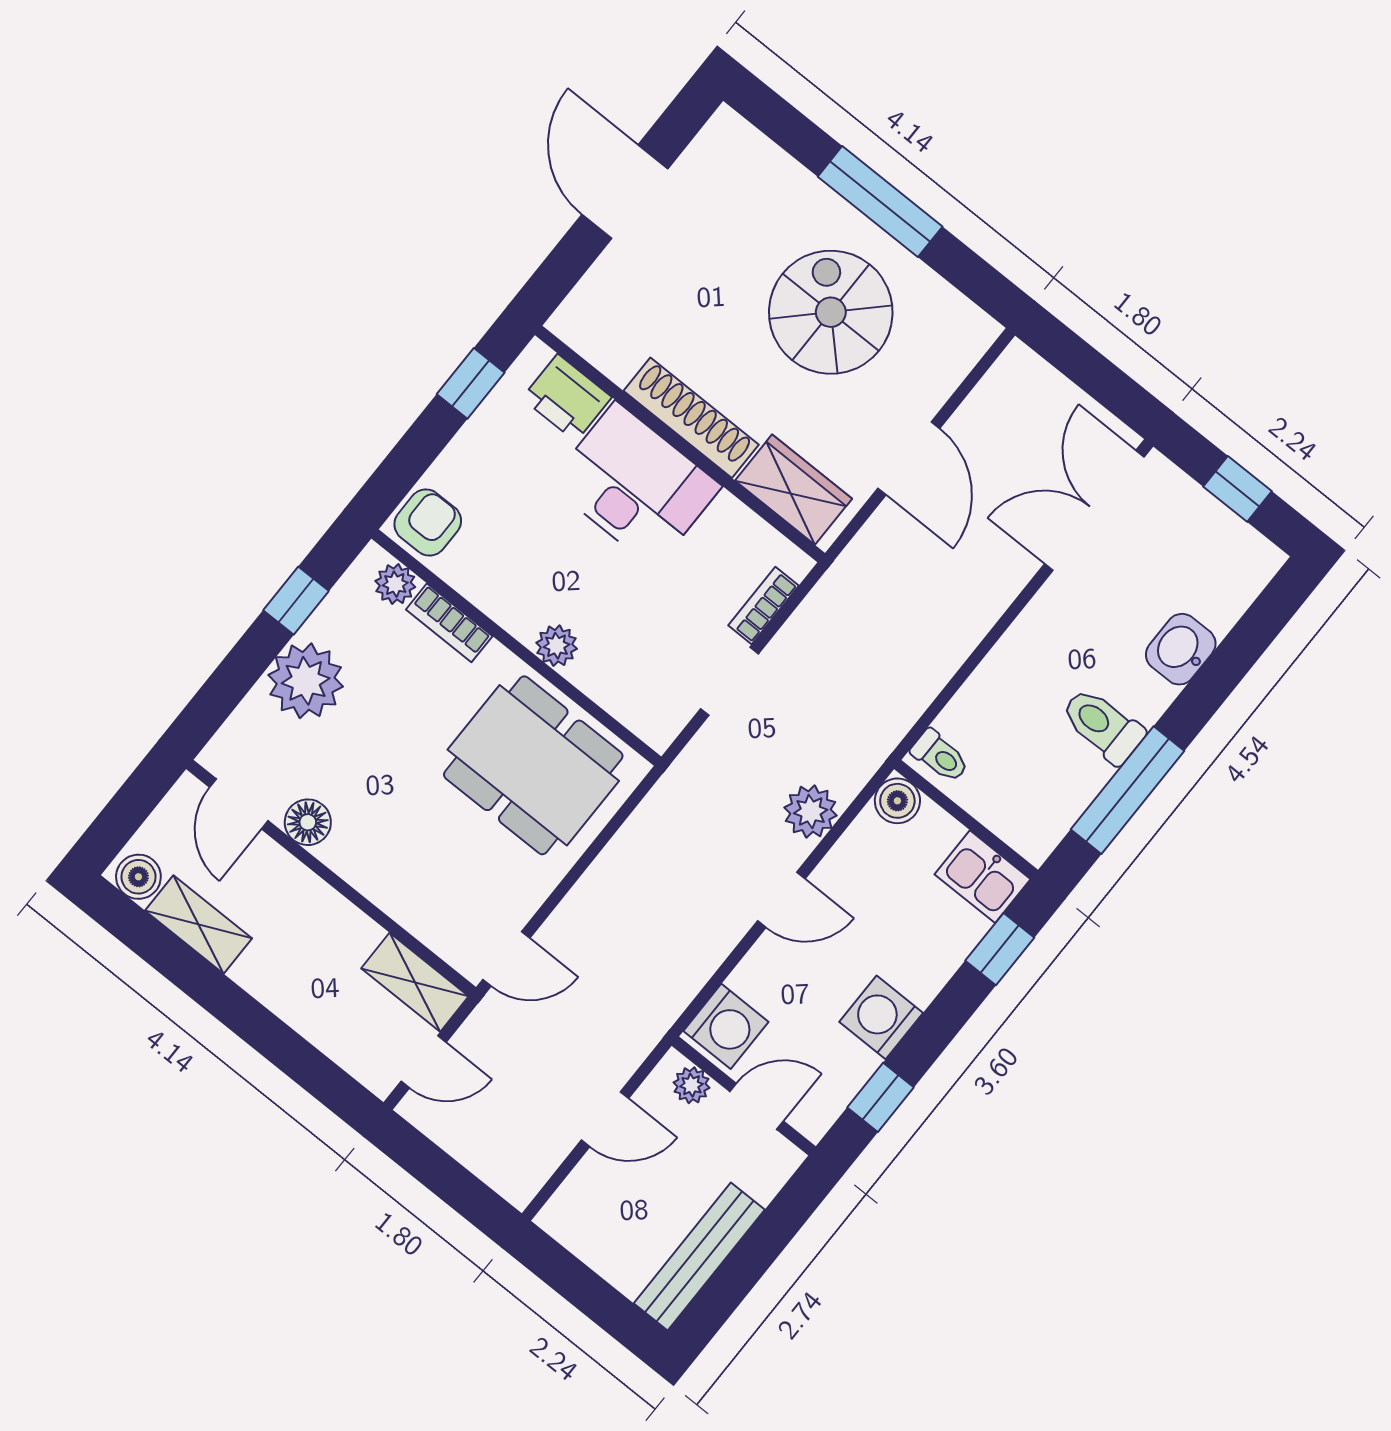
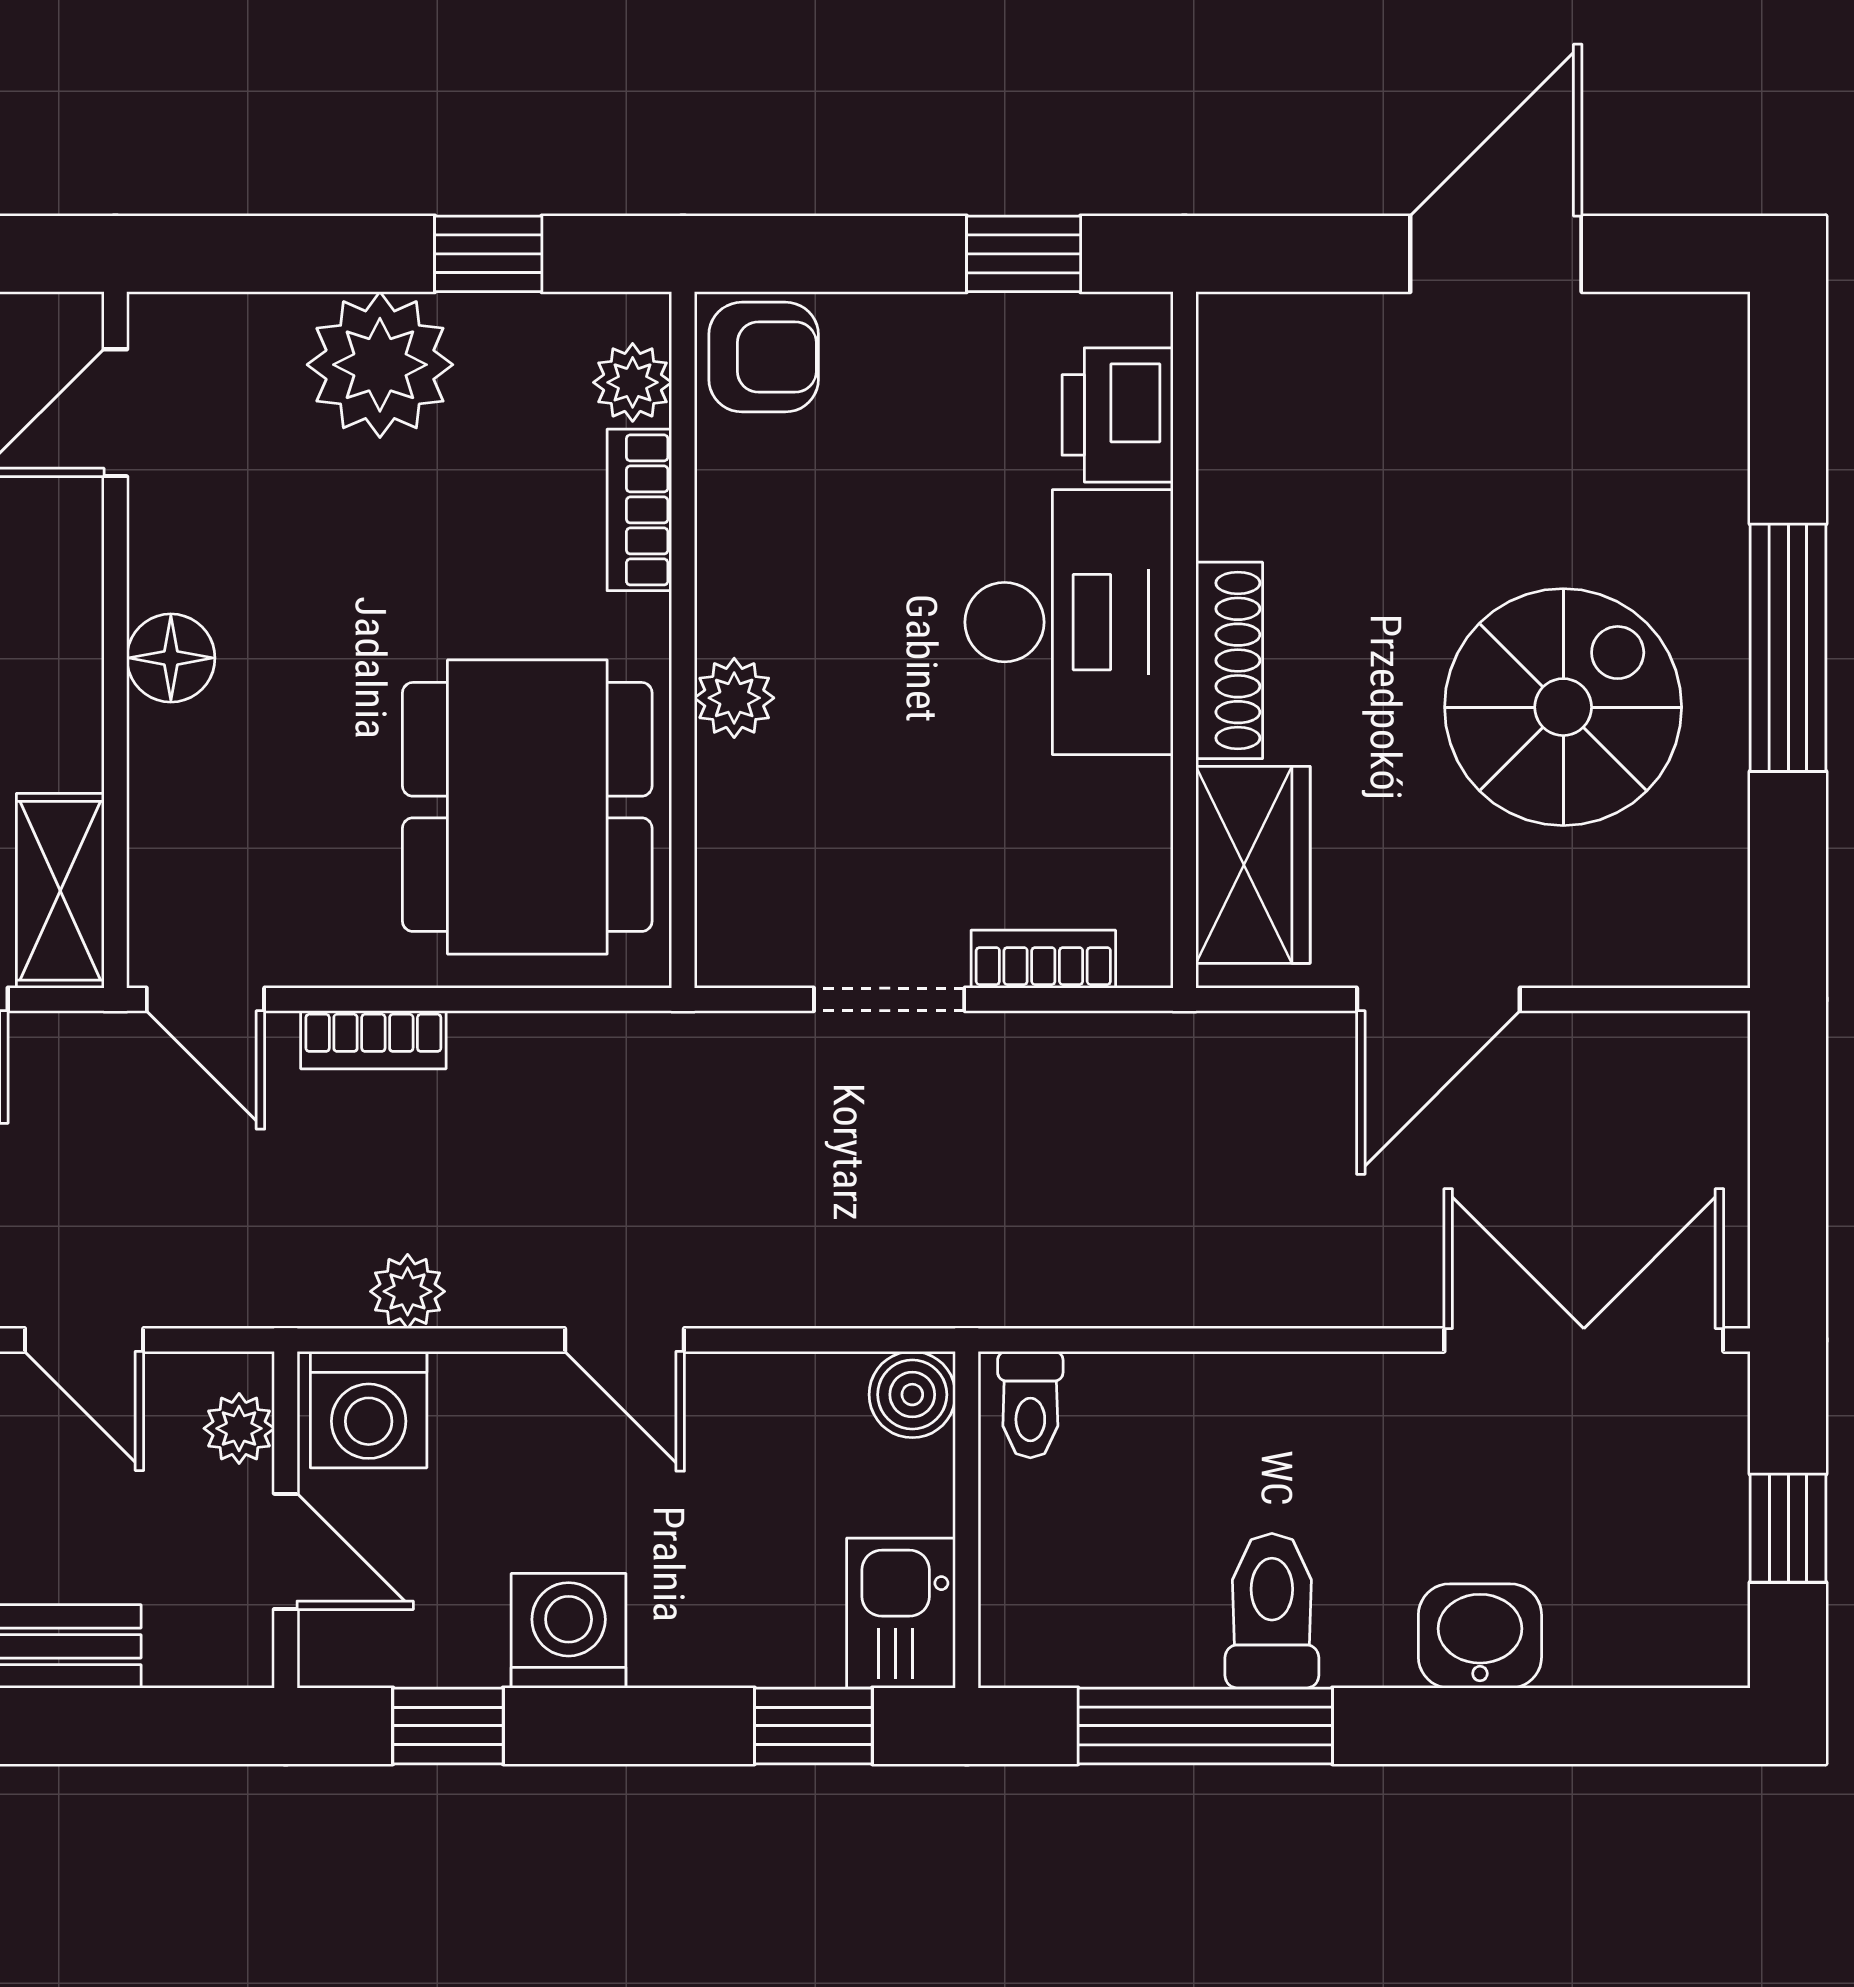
shoe rack: (691, 418) -> (1229, 660), width x0.74, depth x0.81
plant: (811, 811) -> (408, 1291), moved, width x0.73, depth x0.73
floor lamp: (308, 822) -> (171, 658), moved
bookcase: (578, 904) -> (373, 1040), added

